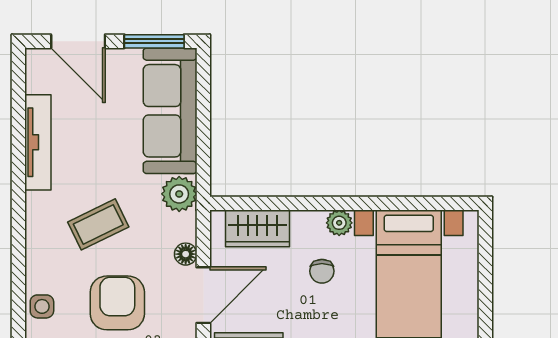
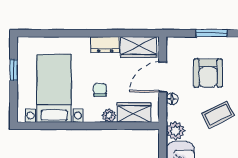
plant: (339, 223) -> (109, 115), moved
window: (485, 309) -> (14, 70), added

